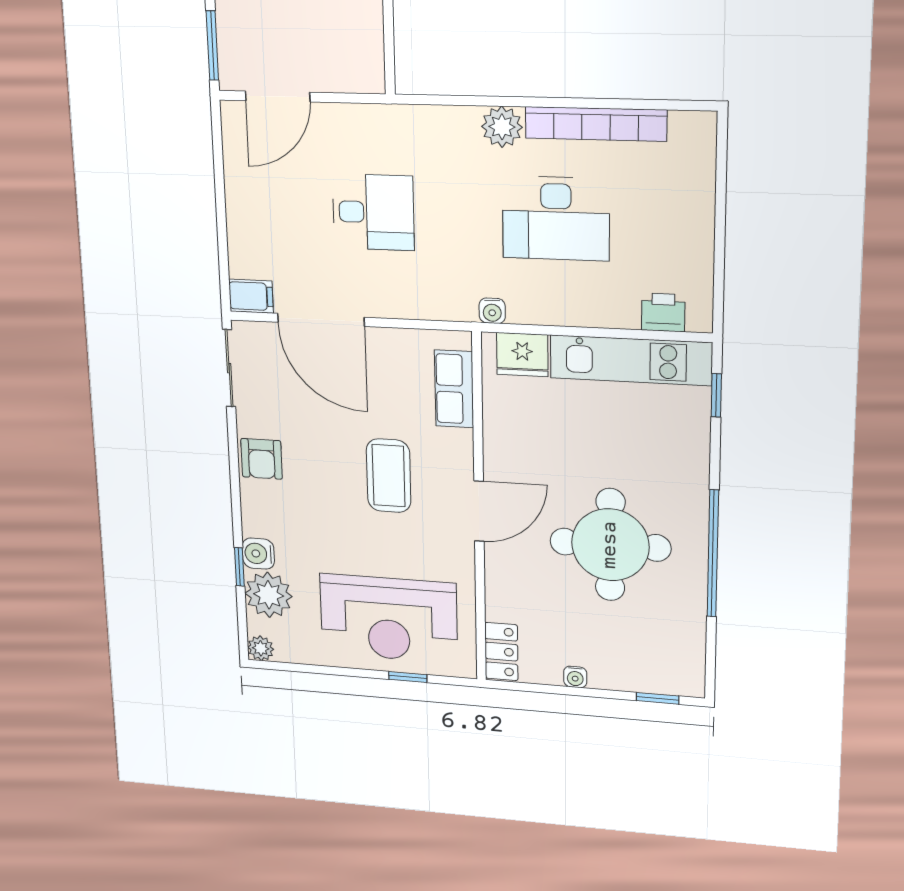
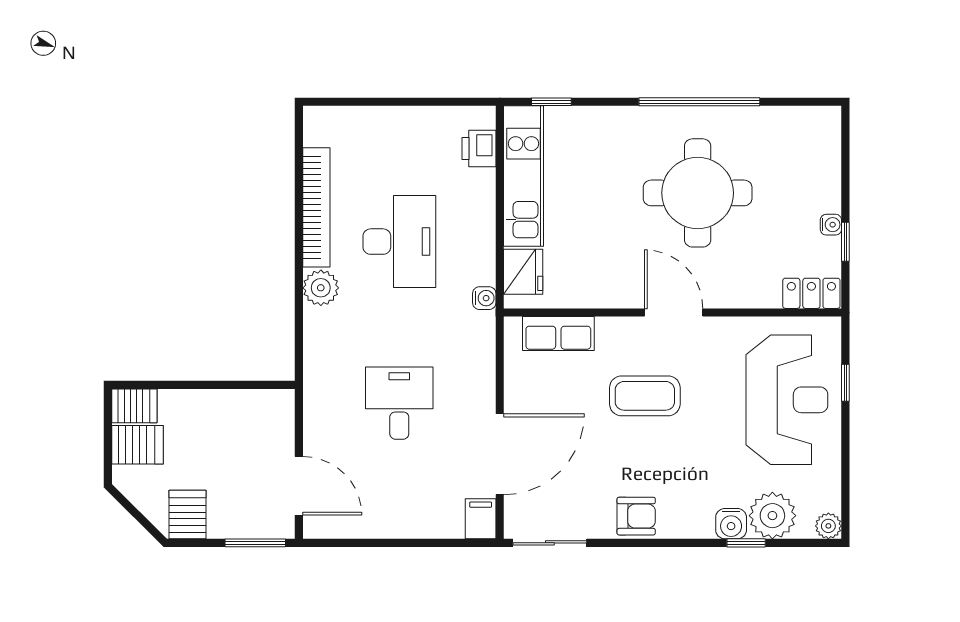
window: (658, 698) -> (845, 242), moved

